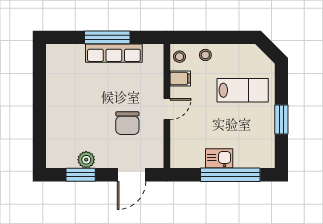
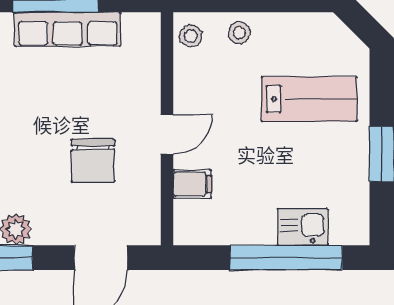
filing cabinet: (180, 79) -> (192, 184), moved
kitchen sink: (219, 158) -> (303, 227), moved

